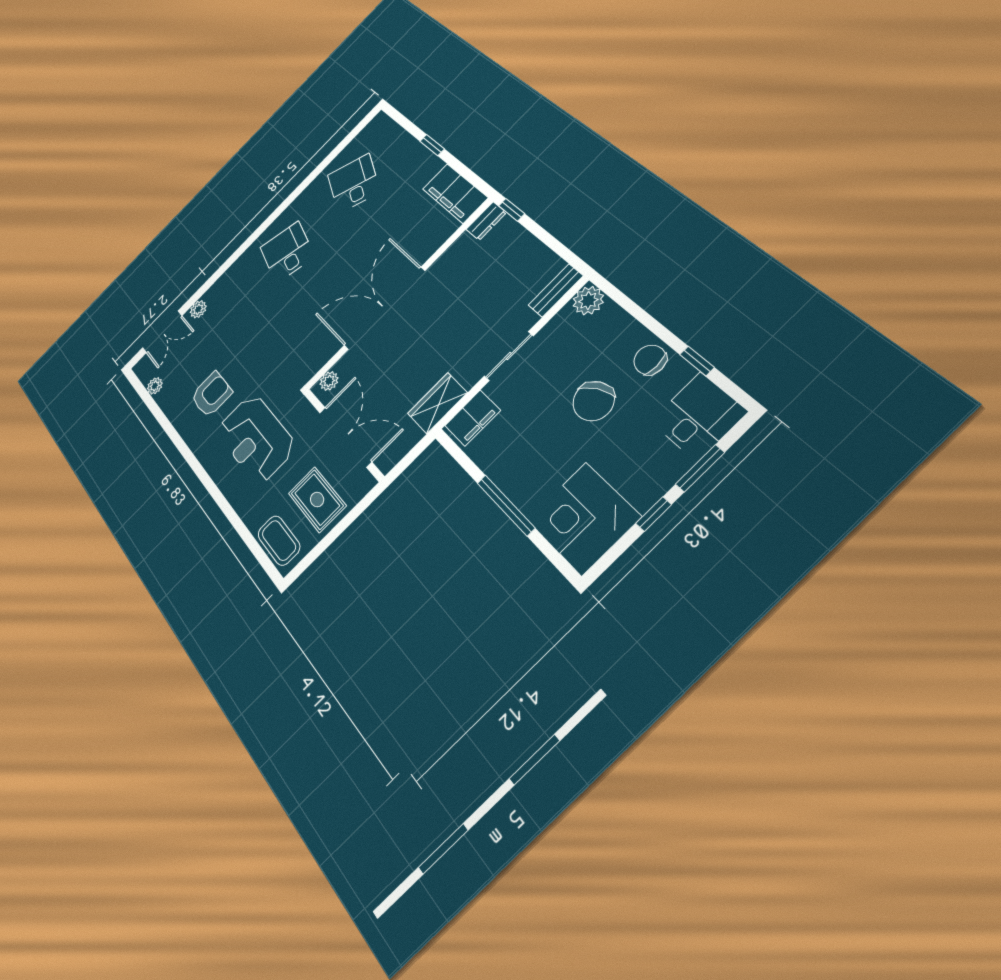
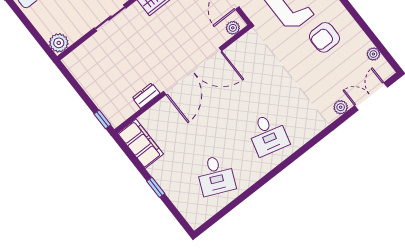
dresser: (486, 221) -> (146, 96), moved
bench: (556, 290) -> (78, 55), removed

